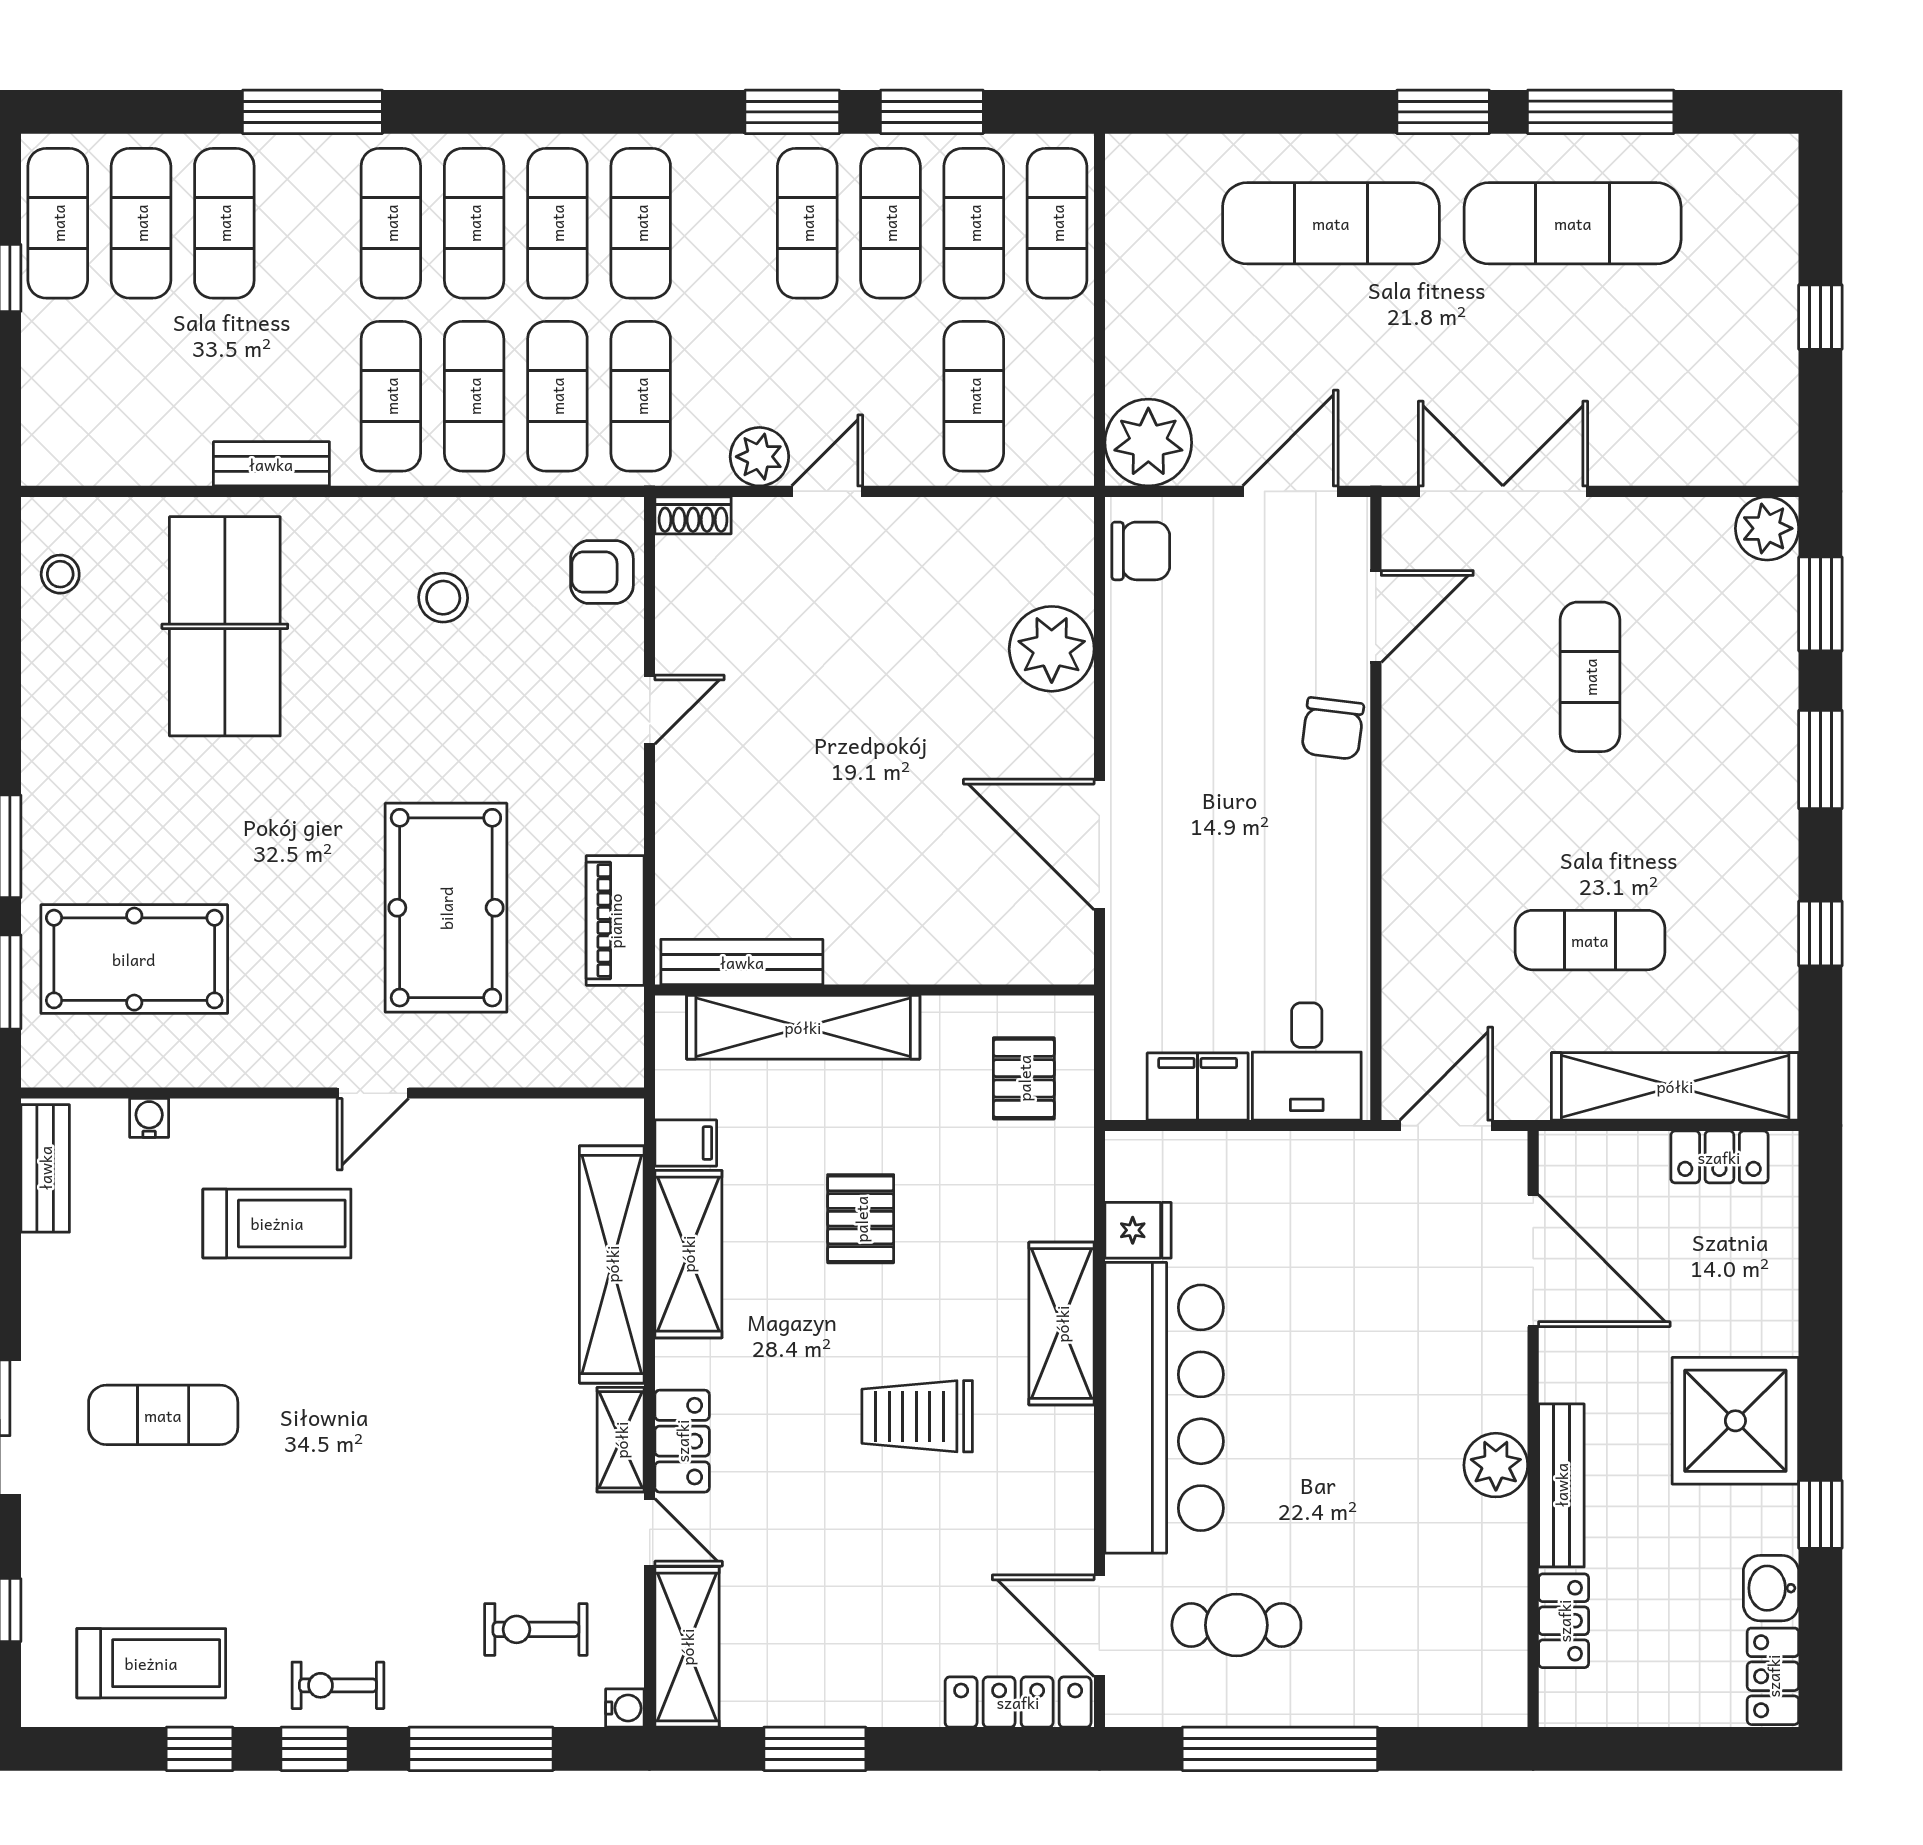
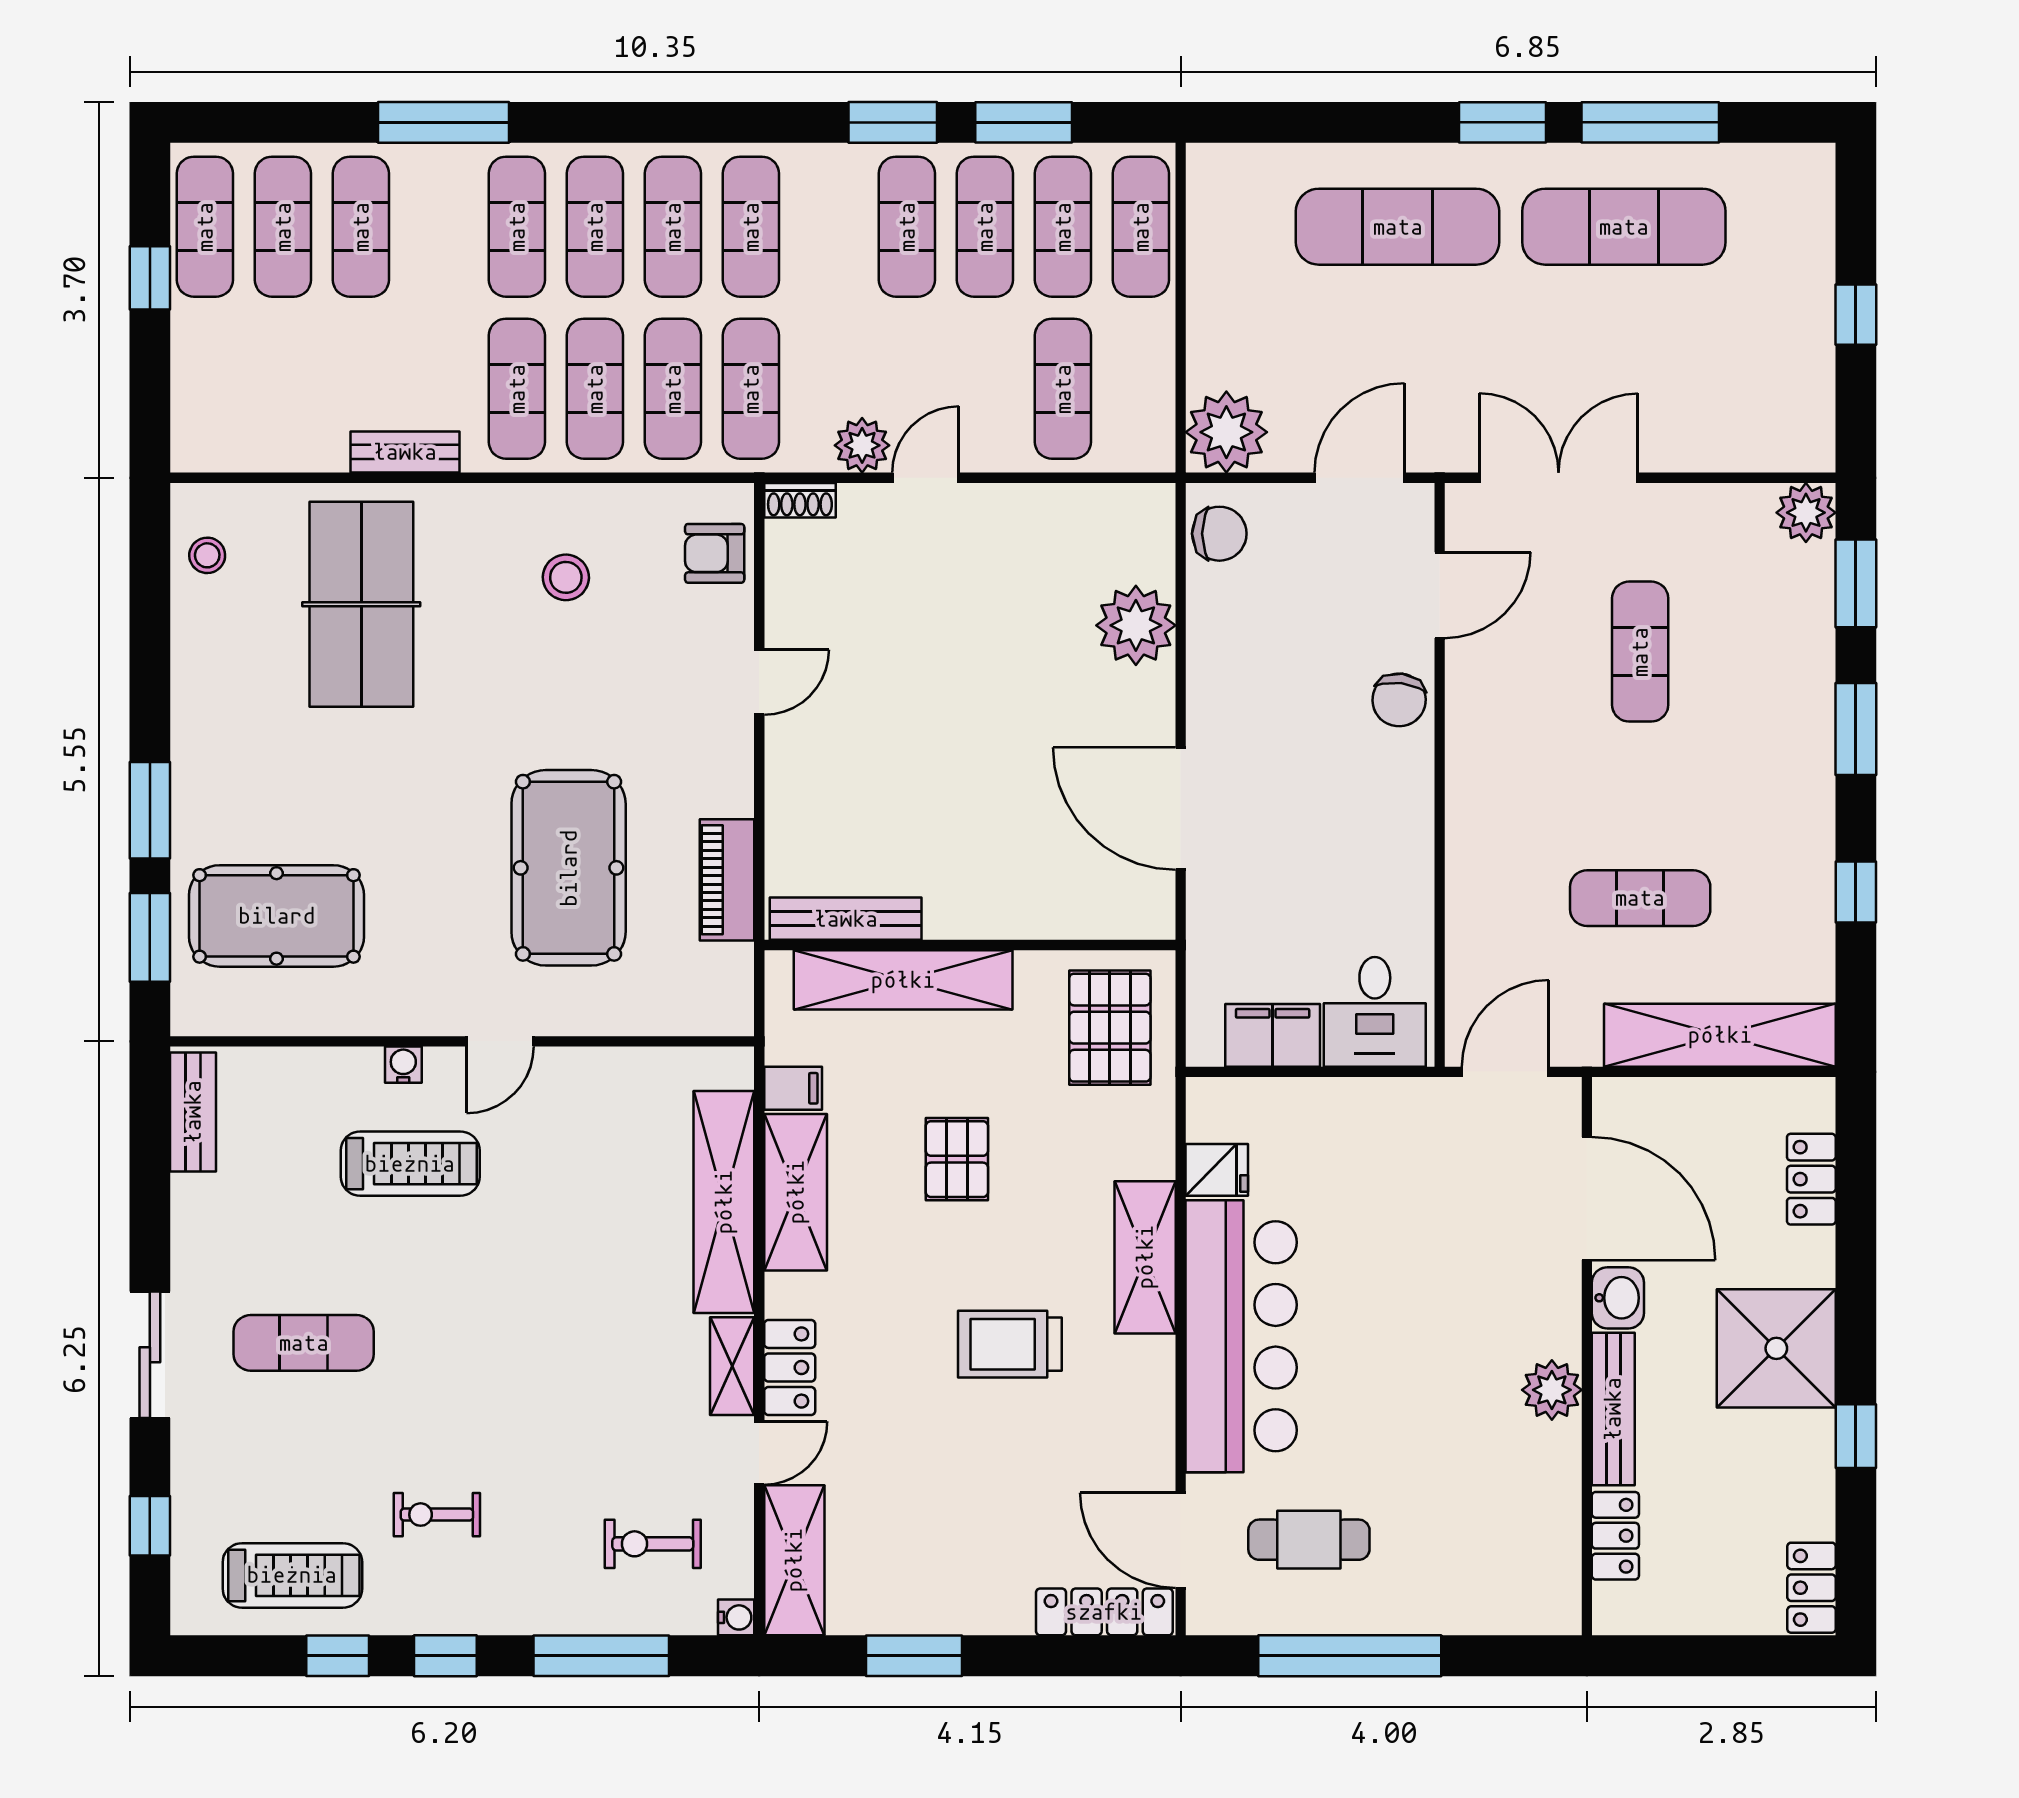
pallet: (1024, 1078) -> (1110, 1028), width x1.50, depth x1.42
water cooler: (149, 1118) -> (403, 1065), moved
locker: (1719, 1157) -> (1811, 1179), moved, turned 90
door: (650, 1532) -> (759, 1453), hinge flipped
washbasin: (1771, 1588) -> (1618, 1298), moved, turned 180
exercise bike: (338, 1685) -> (437, 1515), moved

